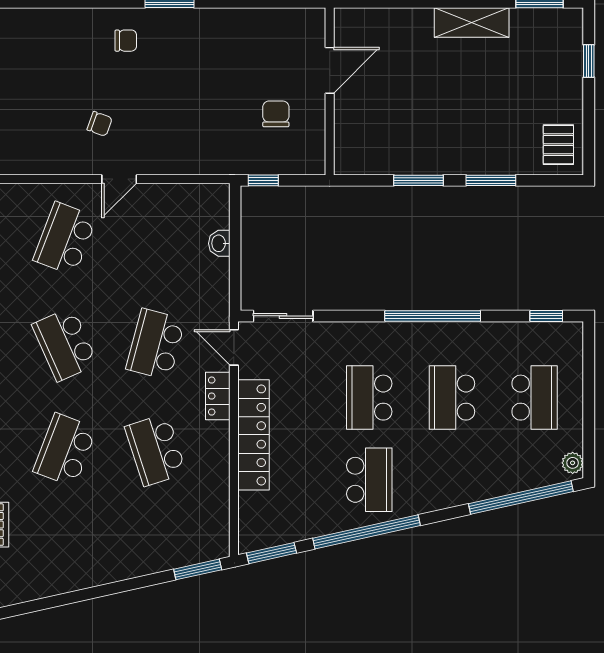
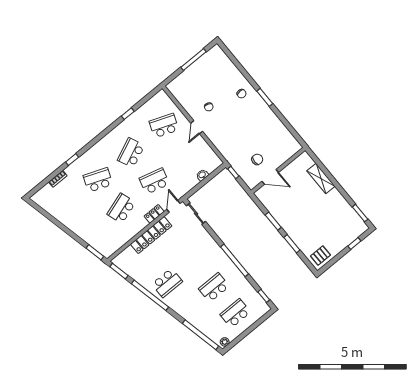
shelving: (472, 23) -> (321, 178), moved
door: (330, 70) -> (270, 177), moved
door: (119, 179) -> (197, 127), hinge flipped
school desk: (369, 398) -> (193, 262), removed
school desk: (535, 398) -> (235, 313), turned 180

